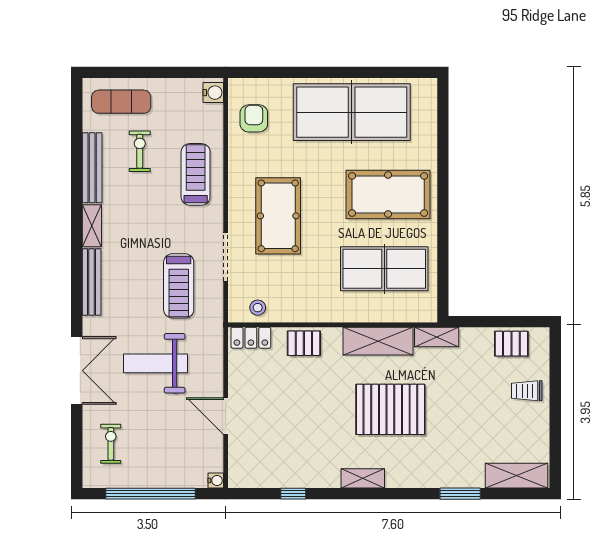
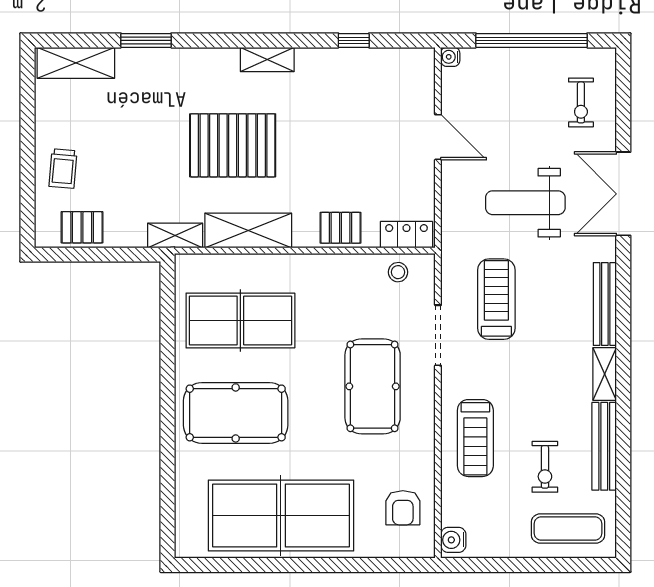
weight bench: (155, 363) -> (525, 203), turned 180
trolley: (527, 391) -> (63, 169), turned 95

